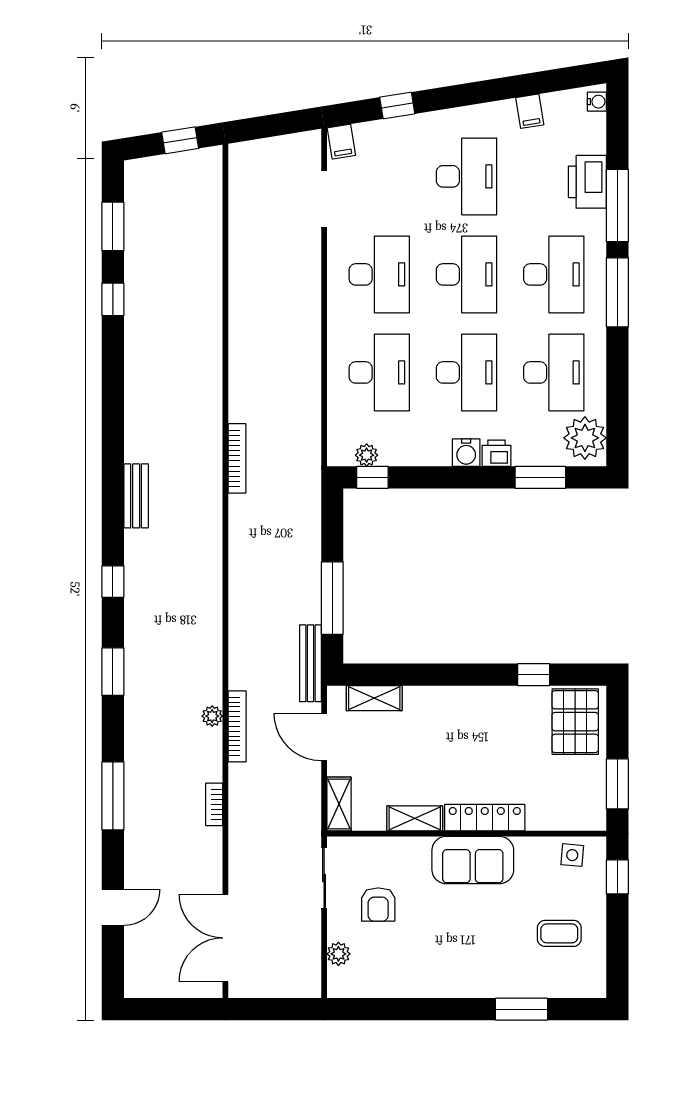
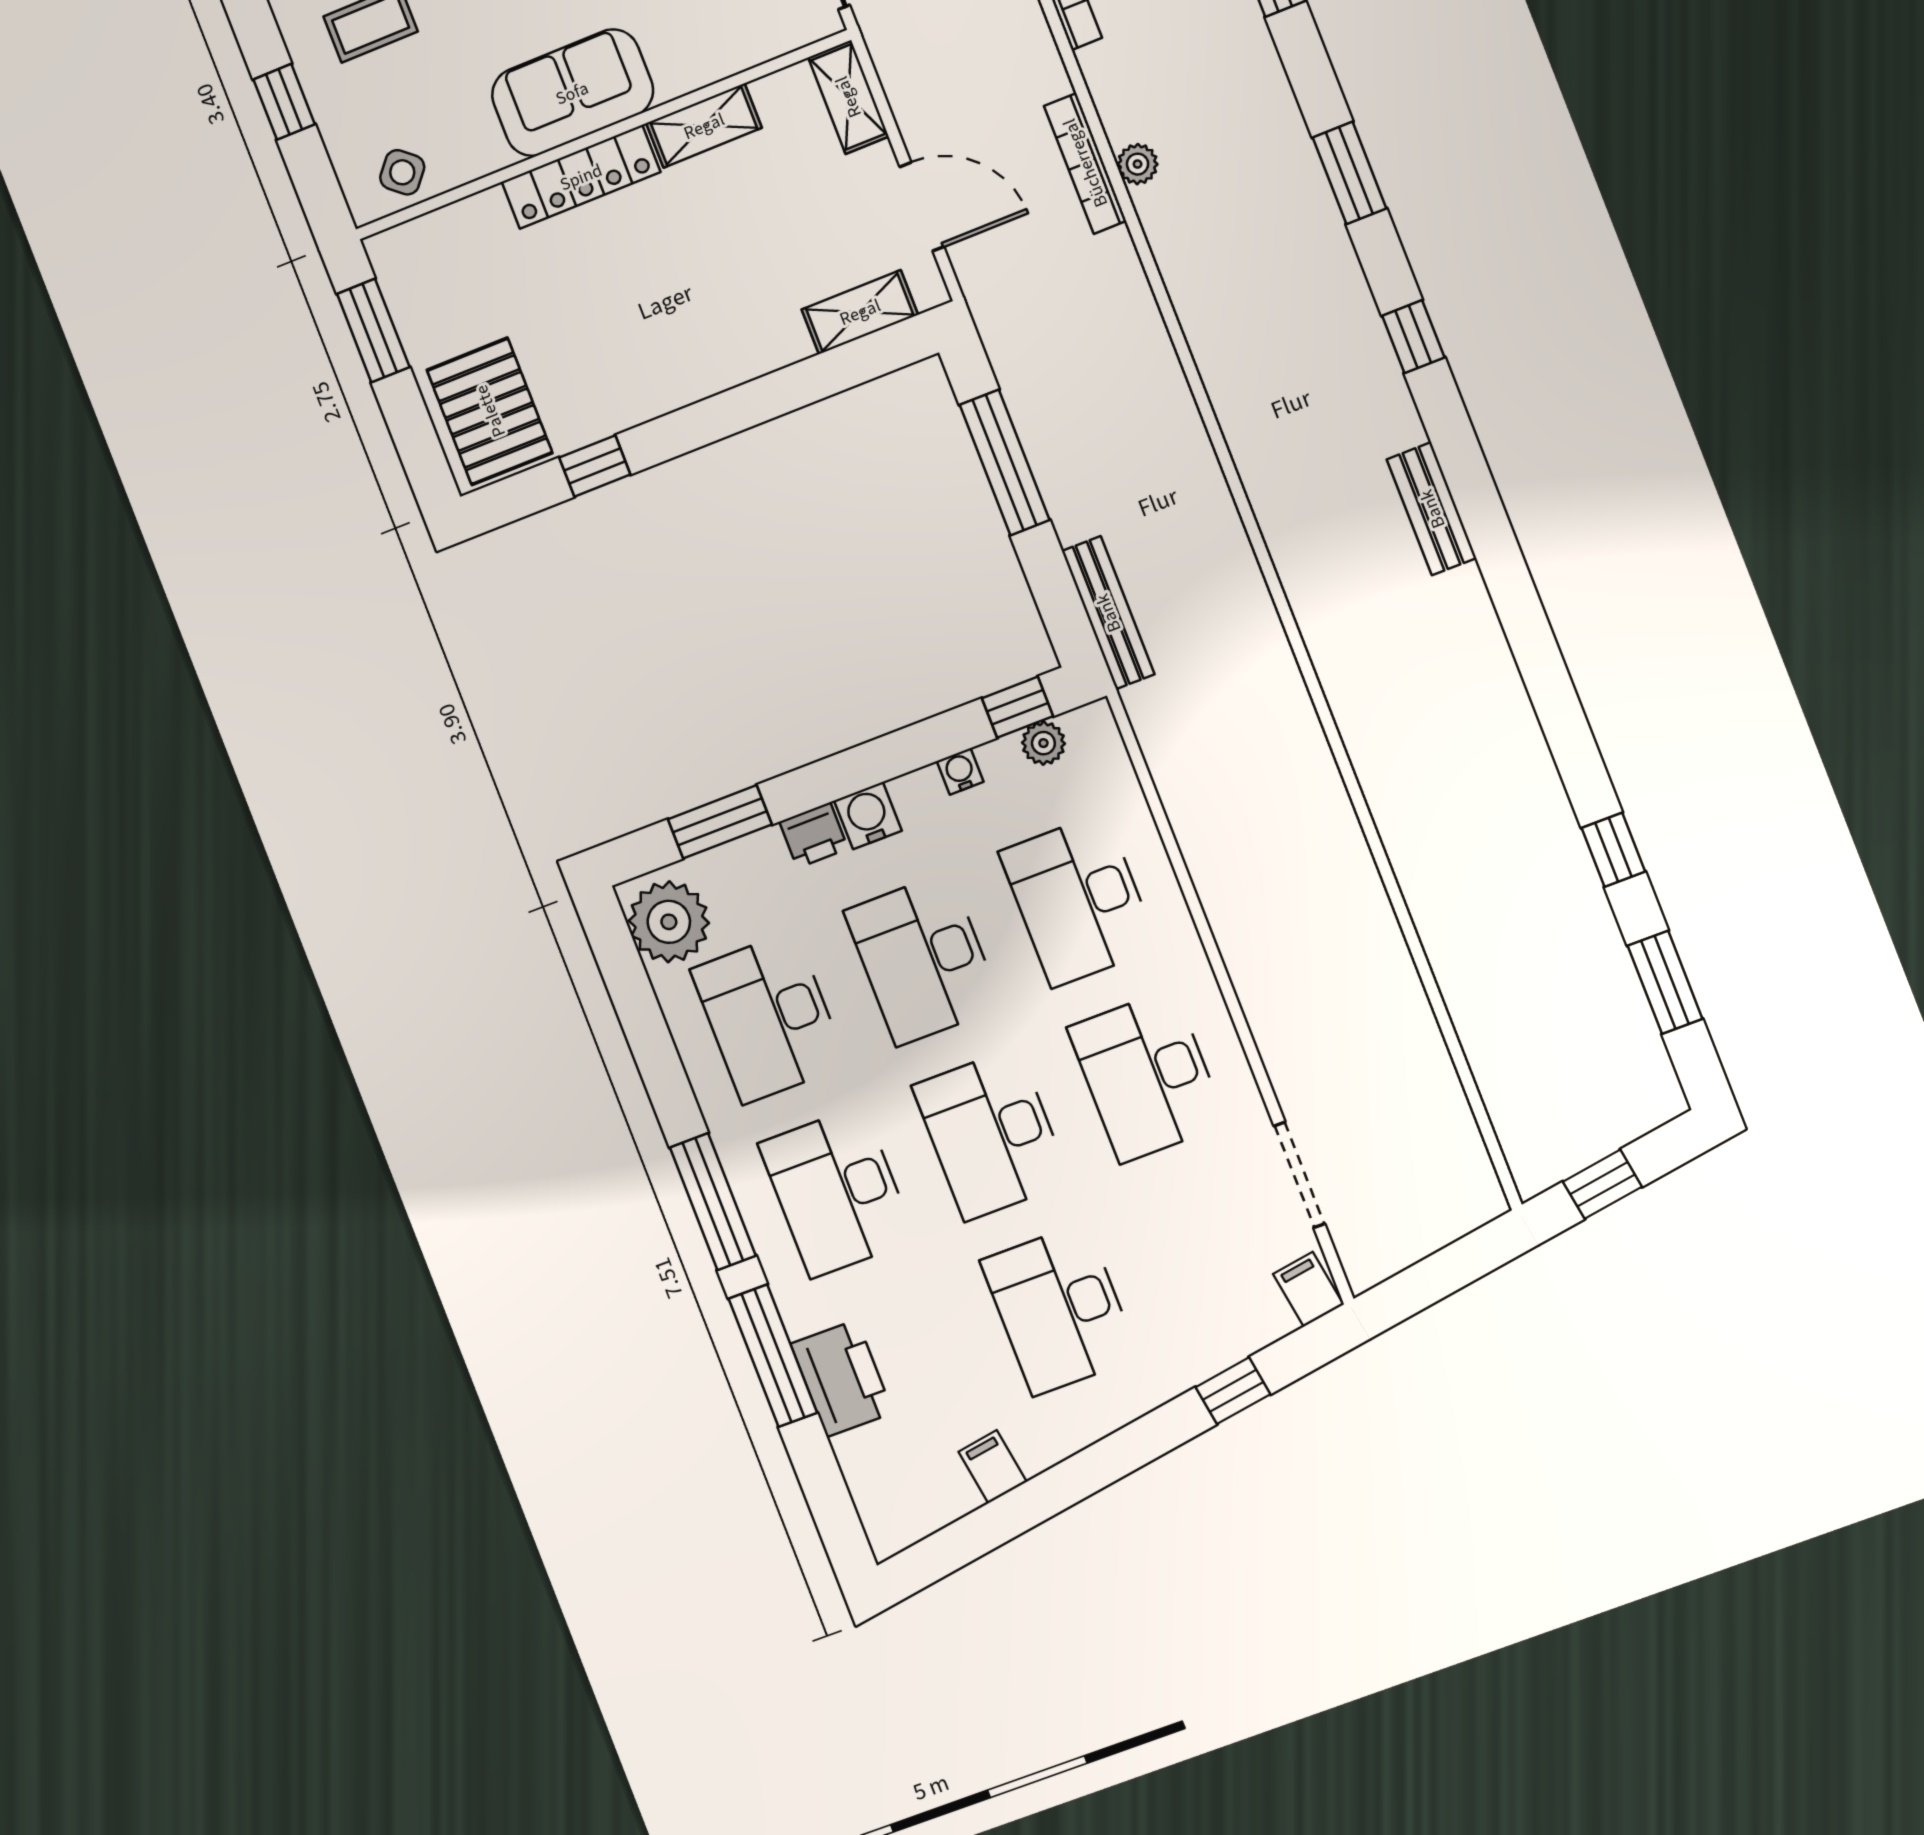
water cooler: (597, 102) -> (960, 771), moved, turned 90
bookcase: (237, 458) -> (1274, 648), removed
bench: (311, 663) -> (1108, 613), moved
side table: (572, 855) -> (402, 172), turned 35
window: (617, 877) -> (284, 102), moved

